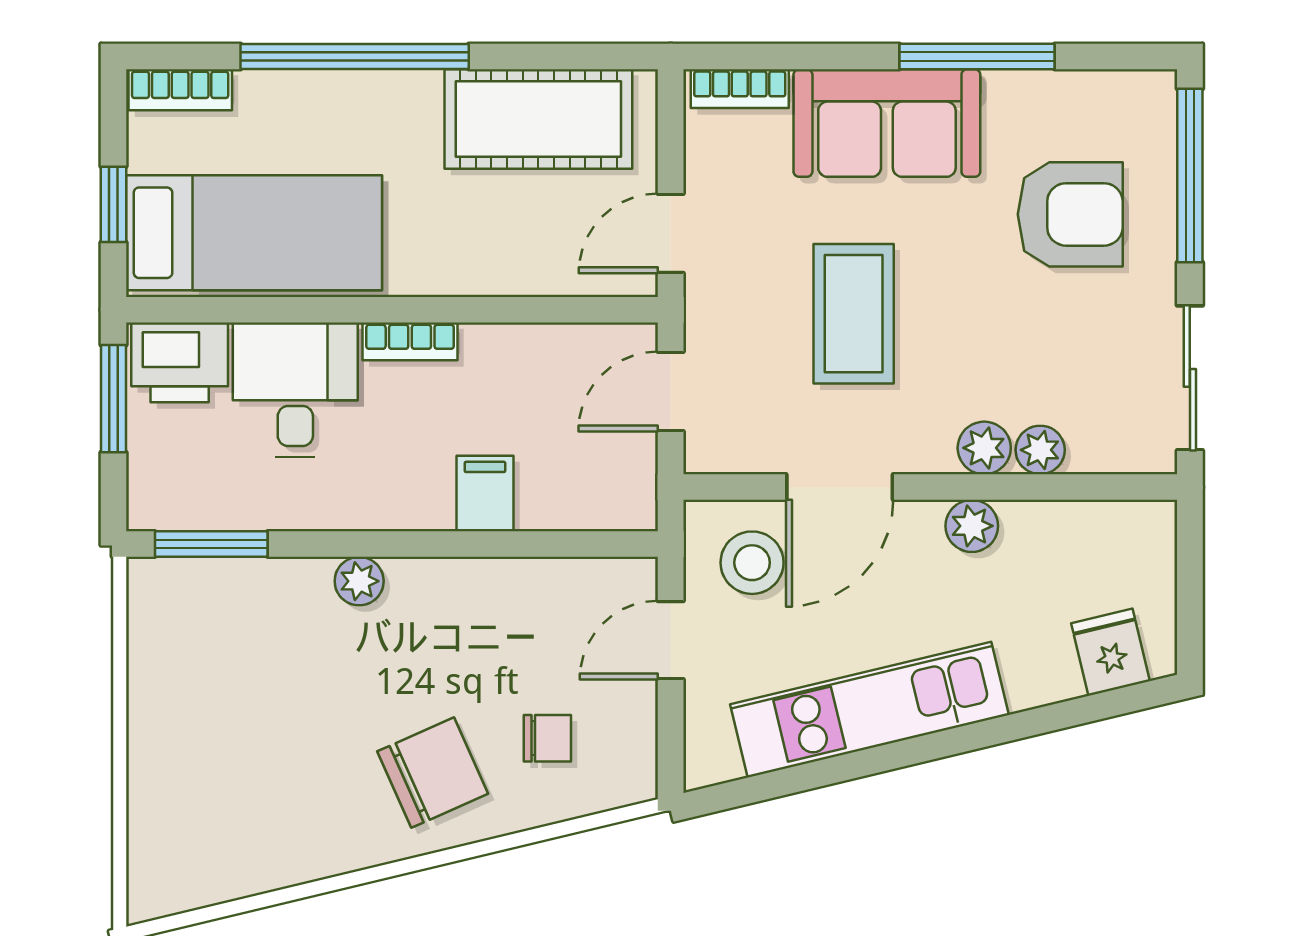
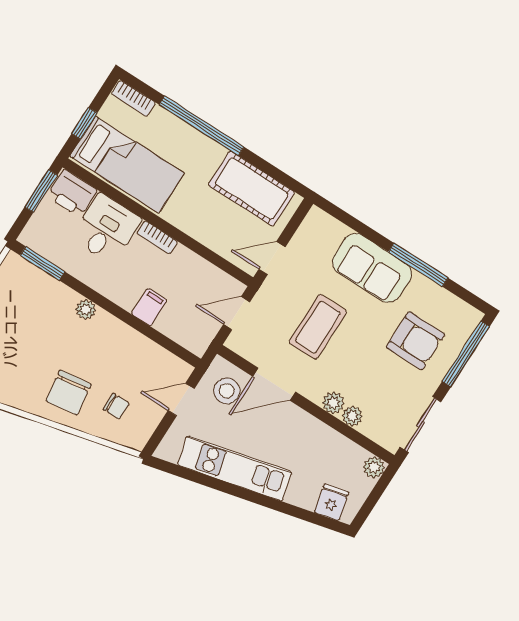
bookcase: (740, 89) -> (328, 223), removed
plant: (972, 526) -> (374, 467), moved
chair: (433, 773) -> (69, 393), turned 106

